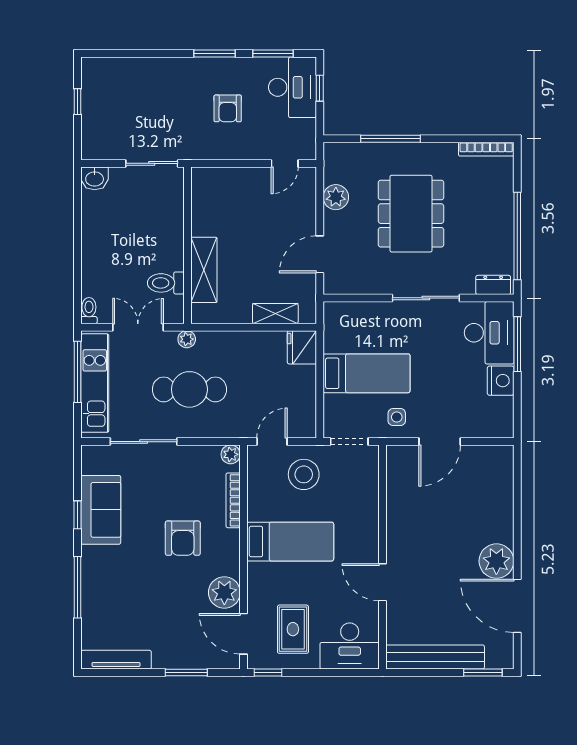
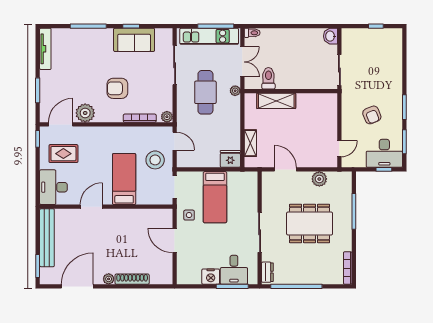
armchair: (228, 108) -> (372, 115), turned -112
door: (285, 163) -> (339, 149), swing flipped
desk: (489, 333) -> (234, 270), width x0.73
shoe rack: (505, 513) -> (132, 279), added
bed: (290, 542) -> (124, 179), moved, turned 180
plant: (496, 561) -> (109, 279), width x0.53, depth x0.53

